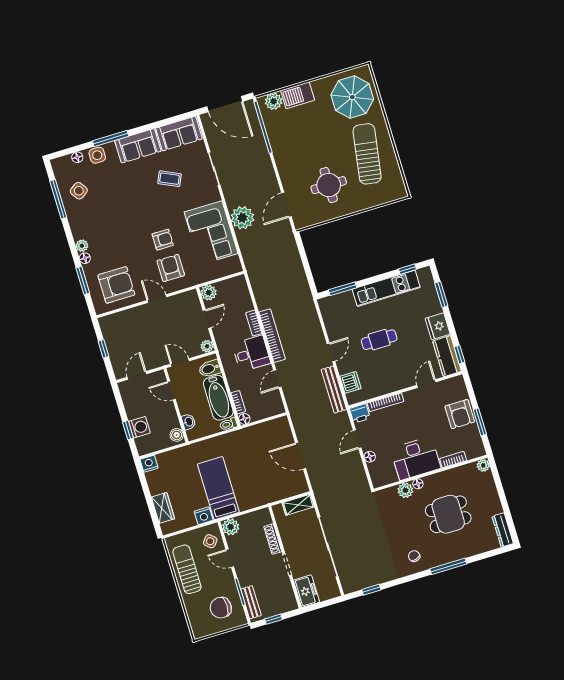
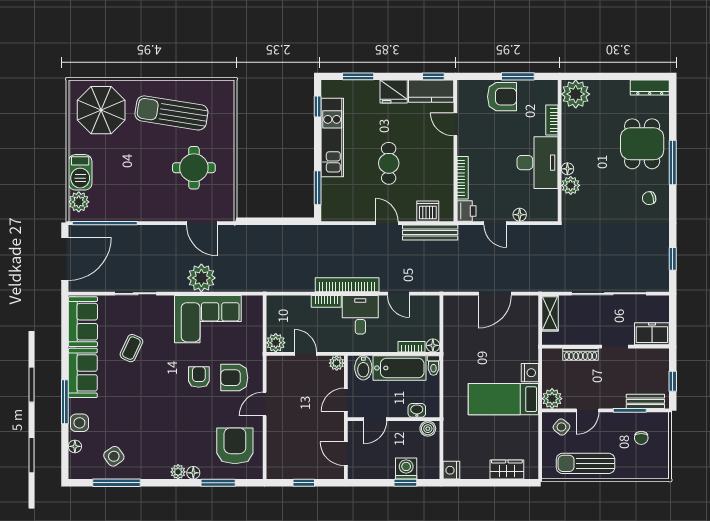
plant: (483, 465) -> (576, 94), width x1.87, depth x1.87
dining table: (448, 514) -> (642, 144), moved
nightstand: (204, 516) -> (530, 373), moved
chair: (221, 608) -> (641, 438), width x0.54, depth x0.54

